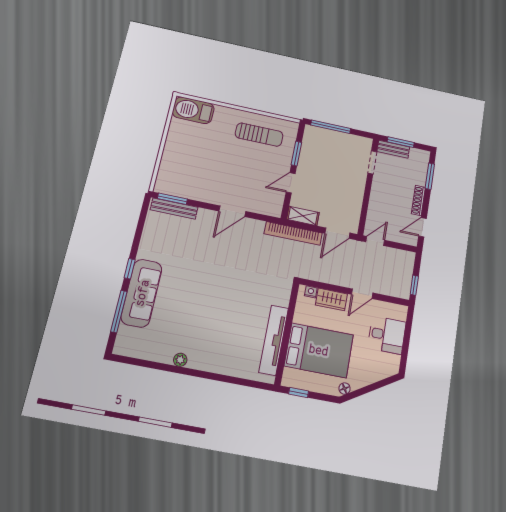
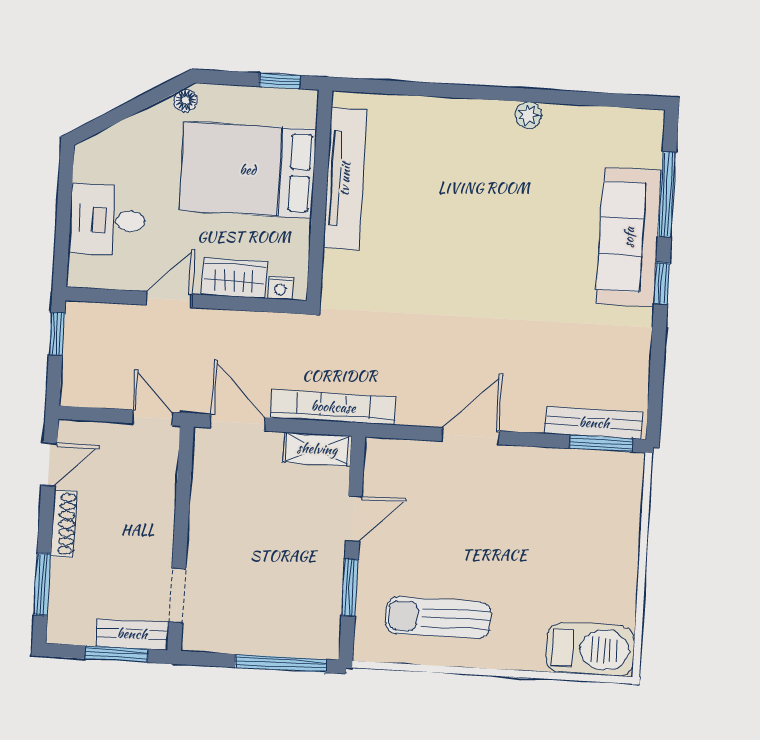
door: (337, 233) -> (238, 423), hinge flipped
door: (375, 241) -> (153, 418), swing flipped

